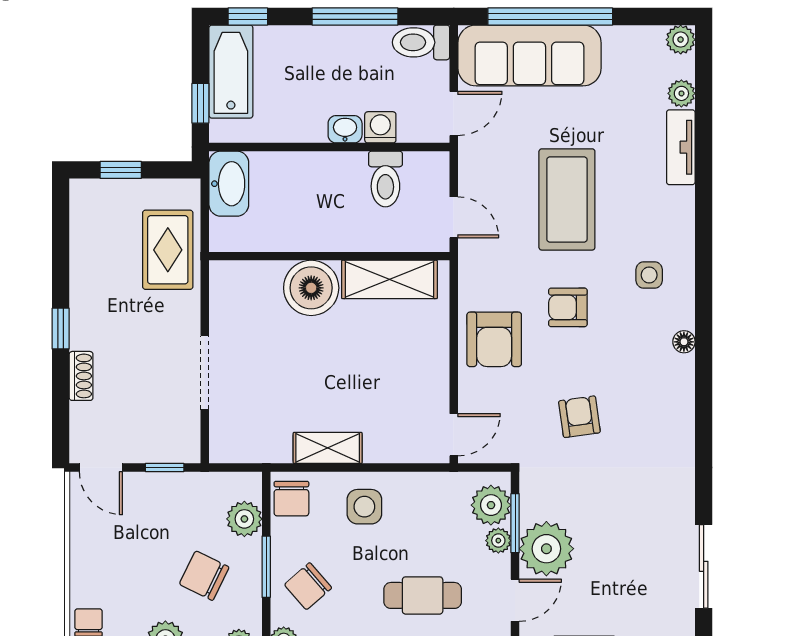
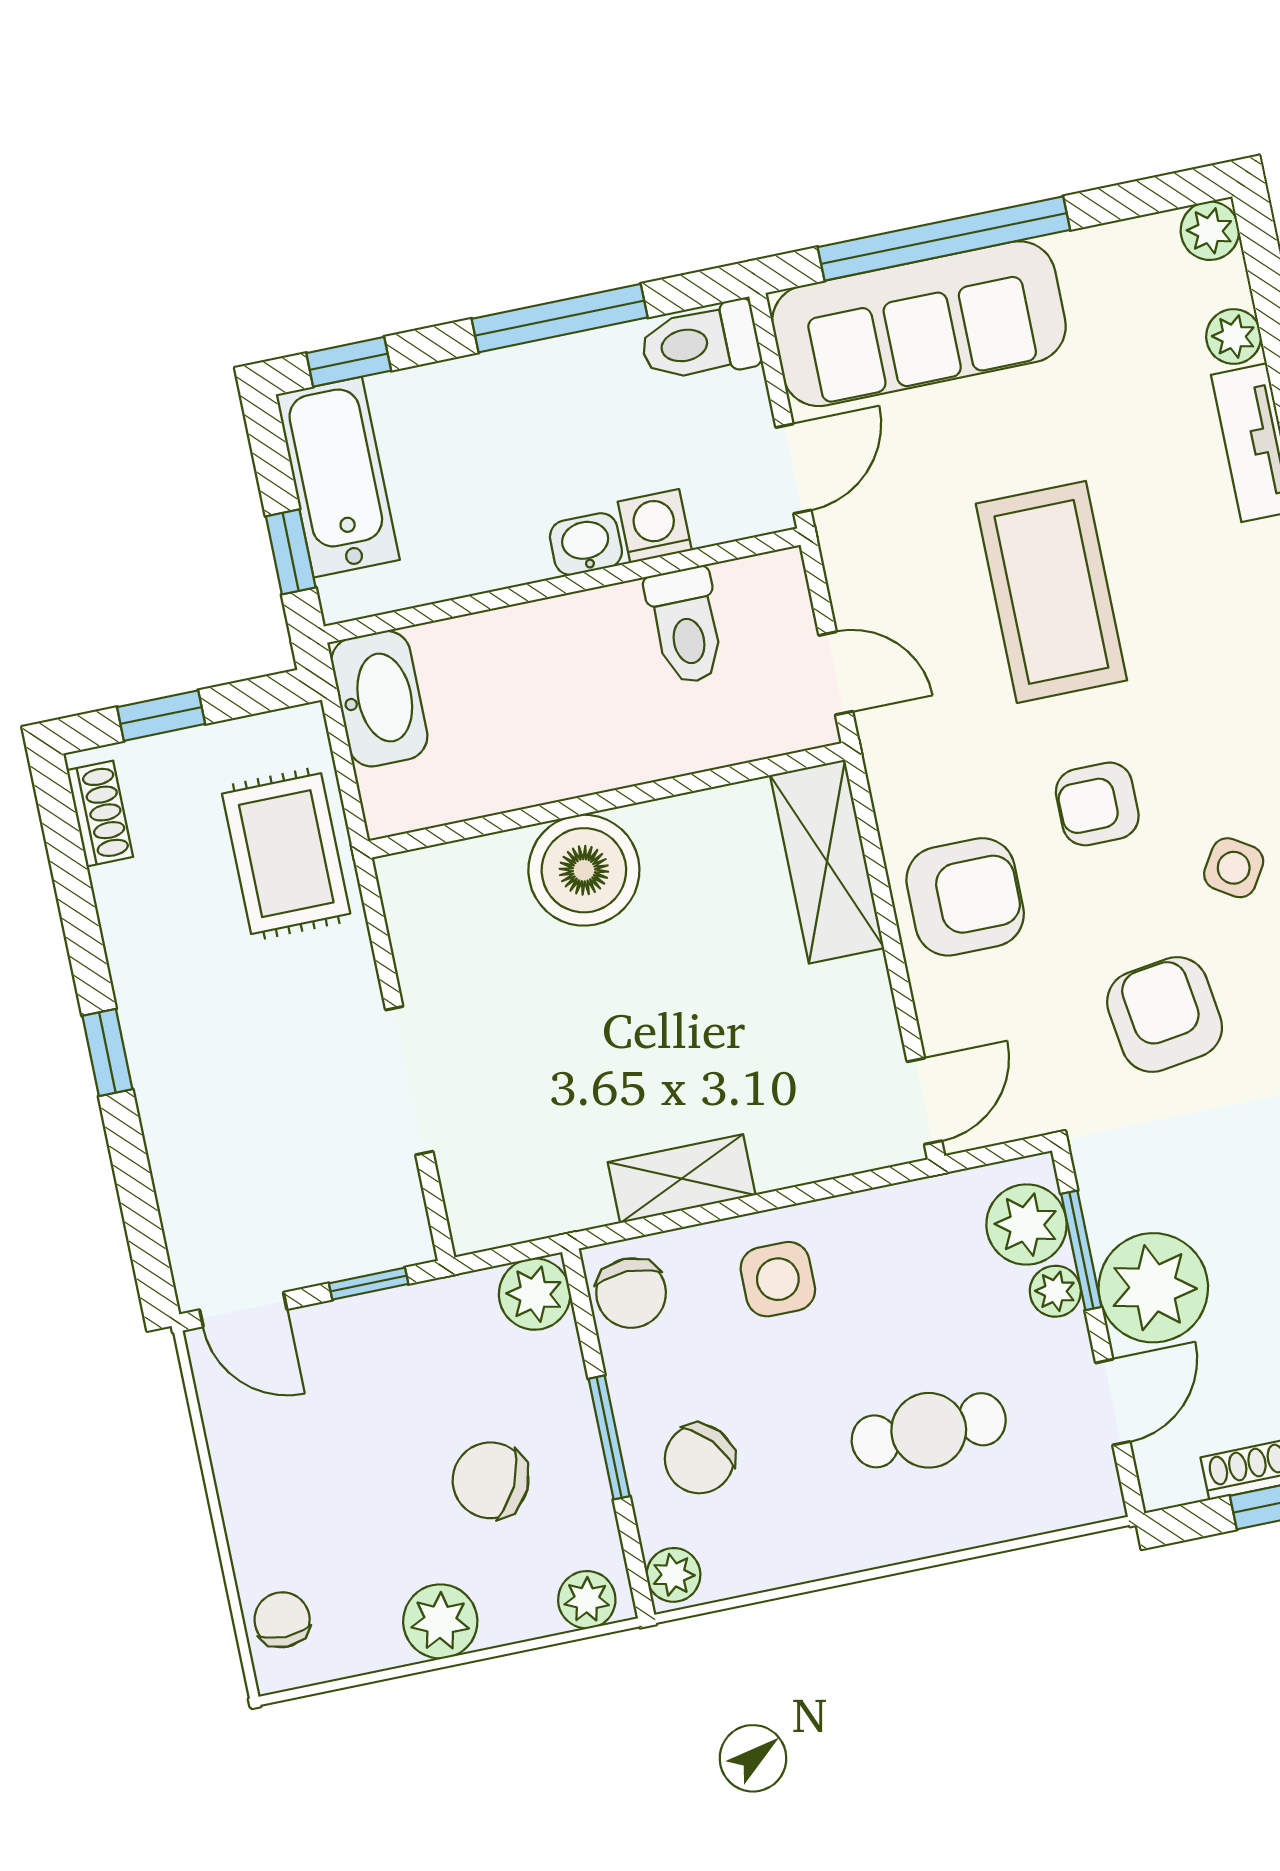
side table: (649, 275) -> (1234, 868), moved, turned 32
shelving: (389, 279) -> (827, 862), moved, turned 90
armchair: (494, 339) -> (965, 897), turned -90
shoe rack: (81, 376) -> (100, 814), moved
armchair: (579, 417) -> (1165, 1014), width x1.38, depth x1.38
plant: (244, 519) -> (535, 1294), moved

